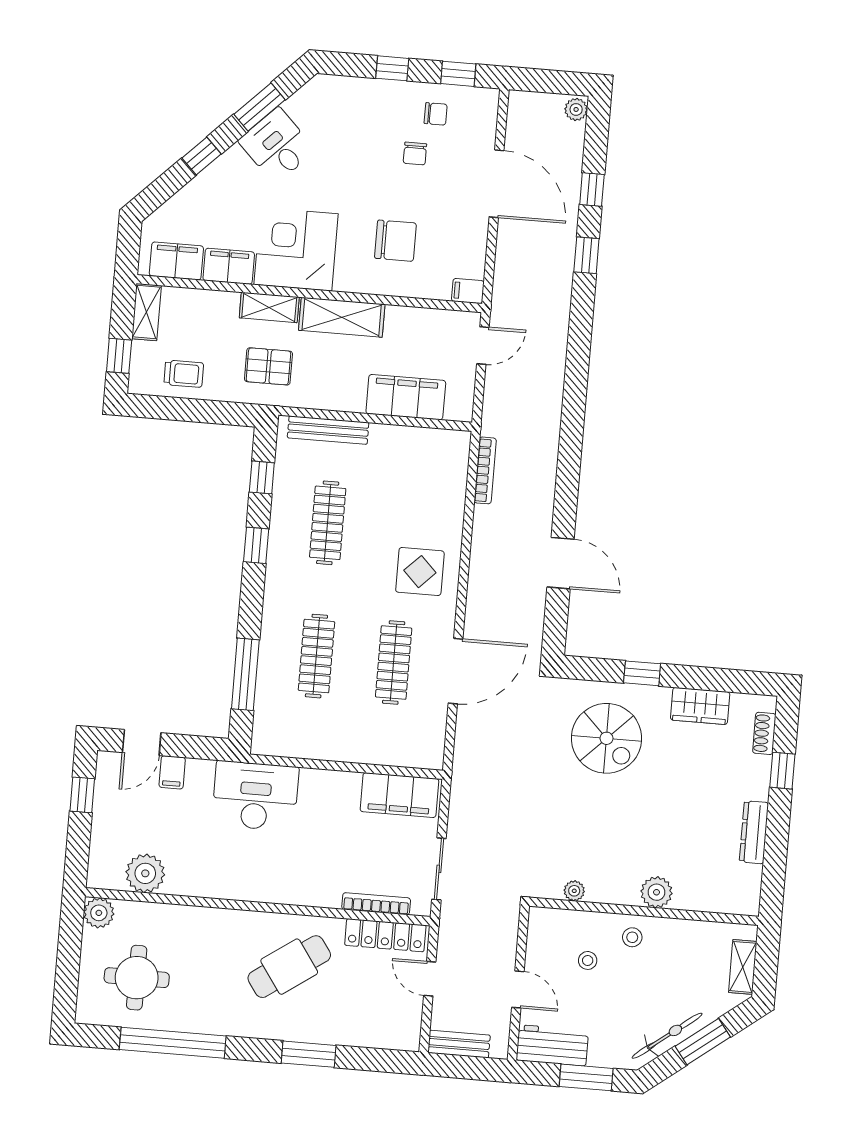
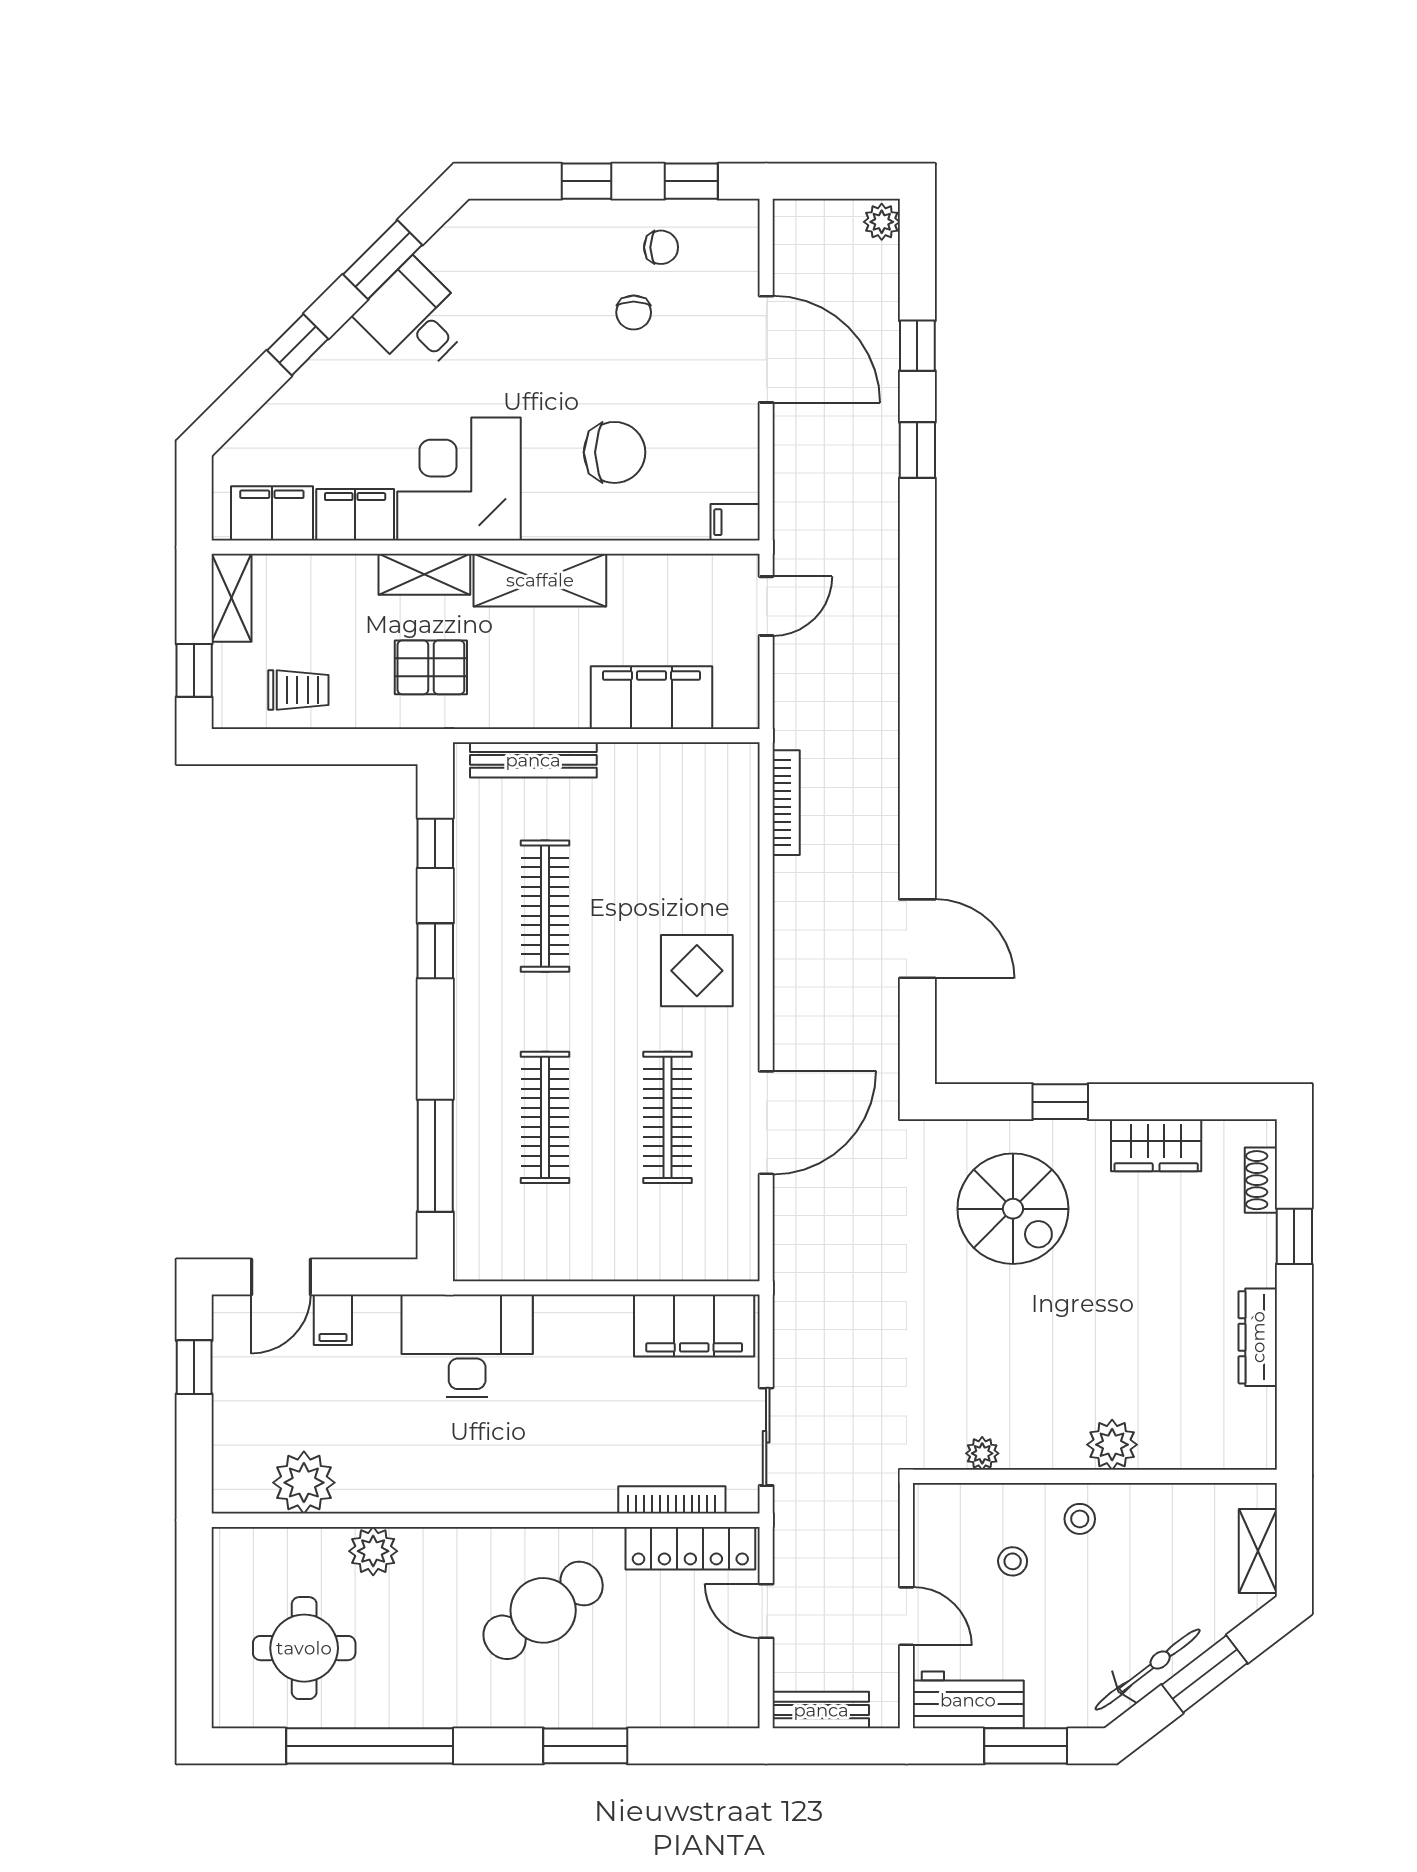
plant: (99, 913) -> (373, 1551), moved

